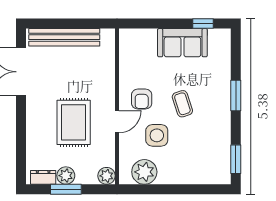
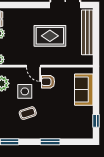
sofa: (182, 43) -> (84, 90), moved
coffee table: (182, 104) -> (28, 113), moved
rug: (74, 122) -> (50, 36), moved

